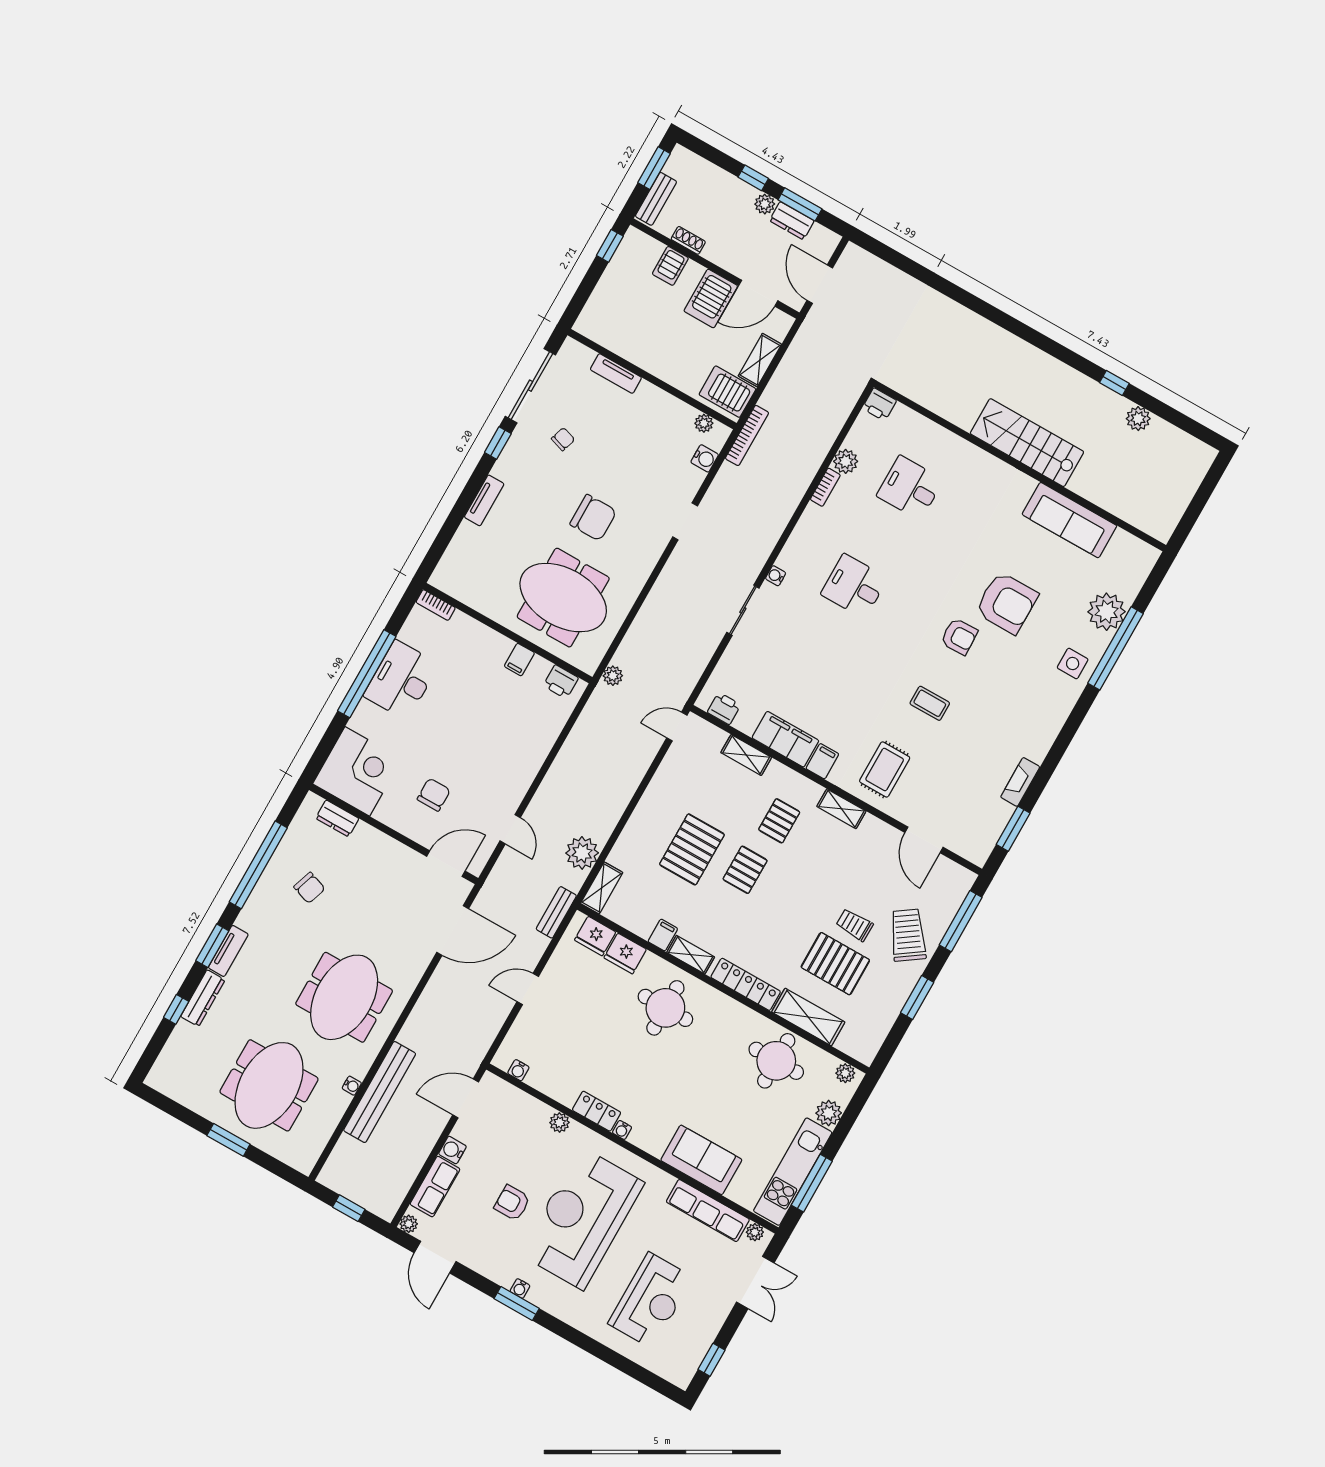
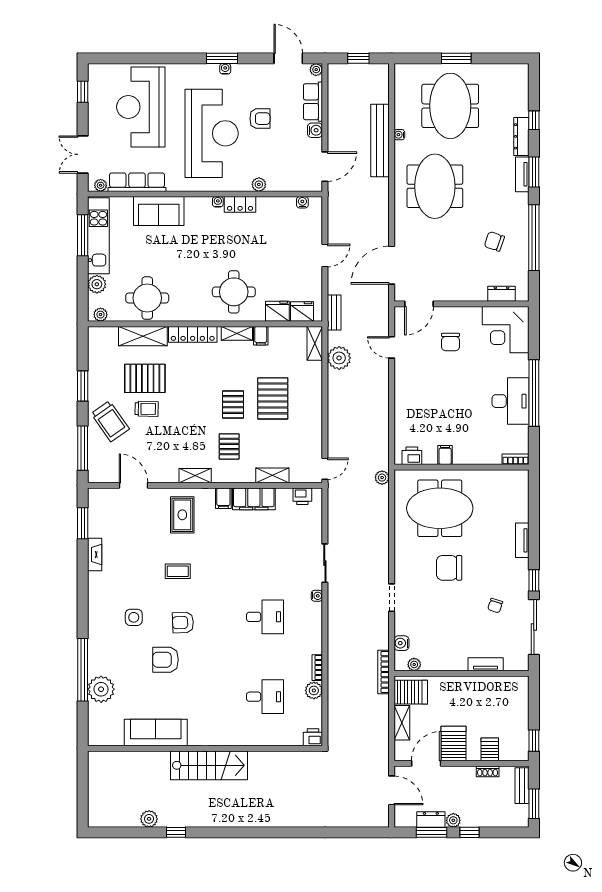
armchair: (1007, 603) -> (166, 660), width x0.73, depth x0.73
side table: (1073, 664) -> (134, 617), moved
reception desk: (651, 1300) -> (141, 107), width x1.36, depth x1.30

